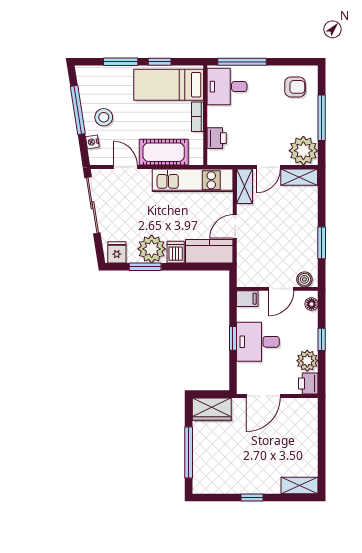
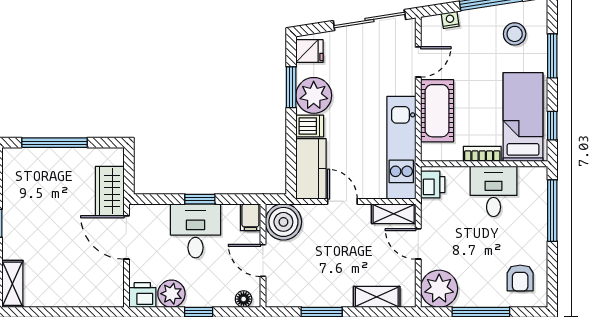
window: (160, 62) -> (552, 126), moved
desk: (227, 87) -> (494, 191), moved
stool: (104, 117) -> (515, 34), moved
printer: (217, 138) -> (433, 185), moved, turned -90
shelving: (299, 177) -> (377, 297), moved, turned 90
boiler: (304, 279) -> (283, 222), moved, width x1.86, depth x1.86
wardrobe: (212, 409) -> (110, 191), moved

